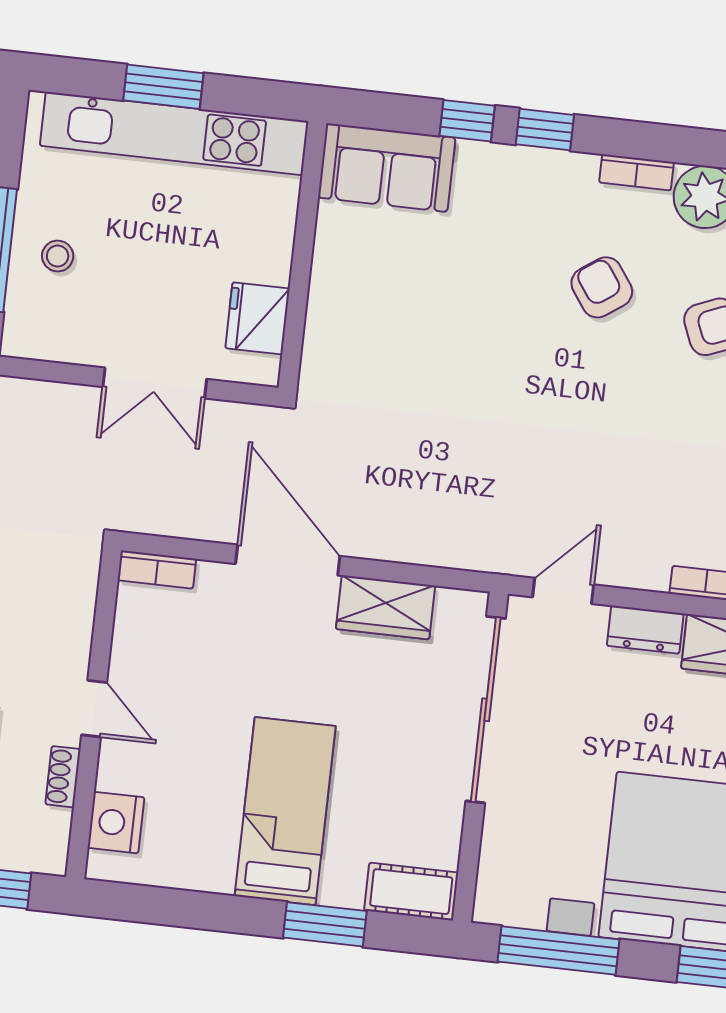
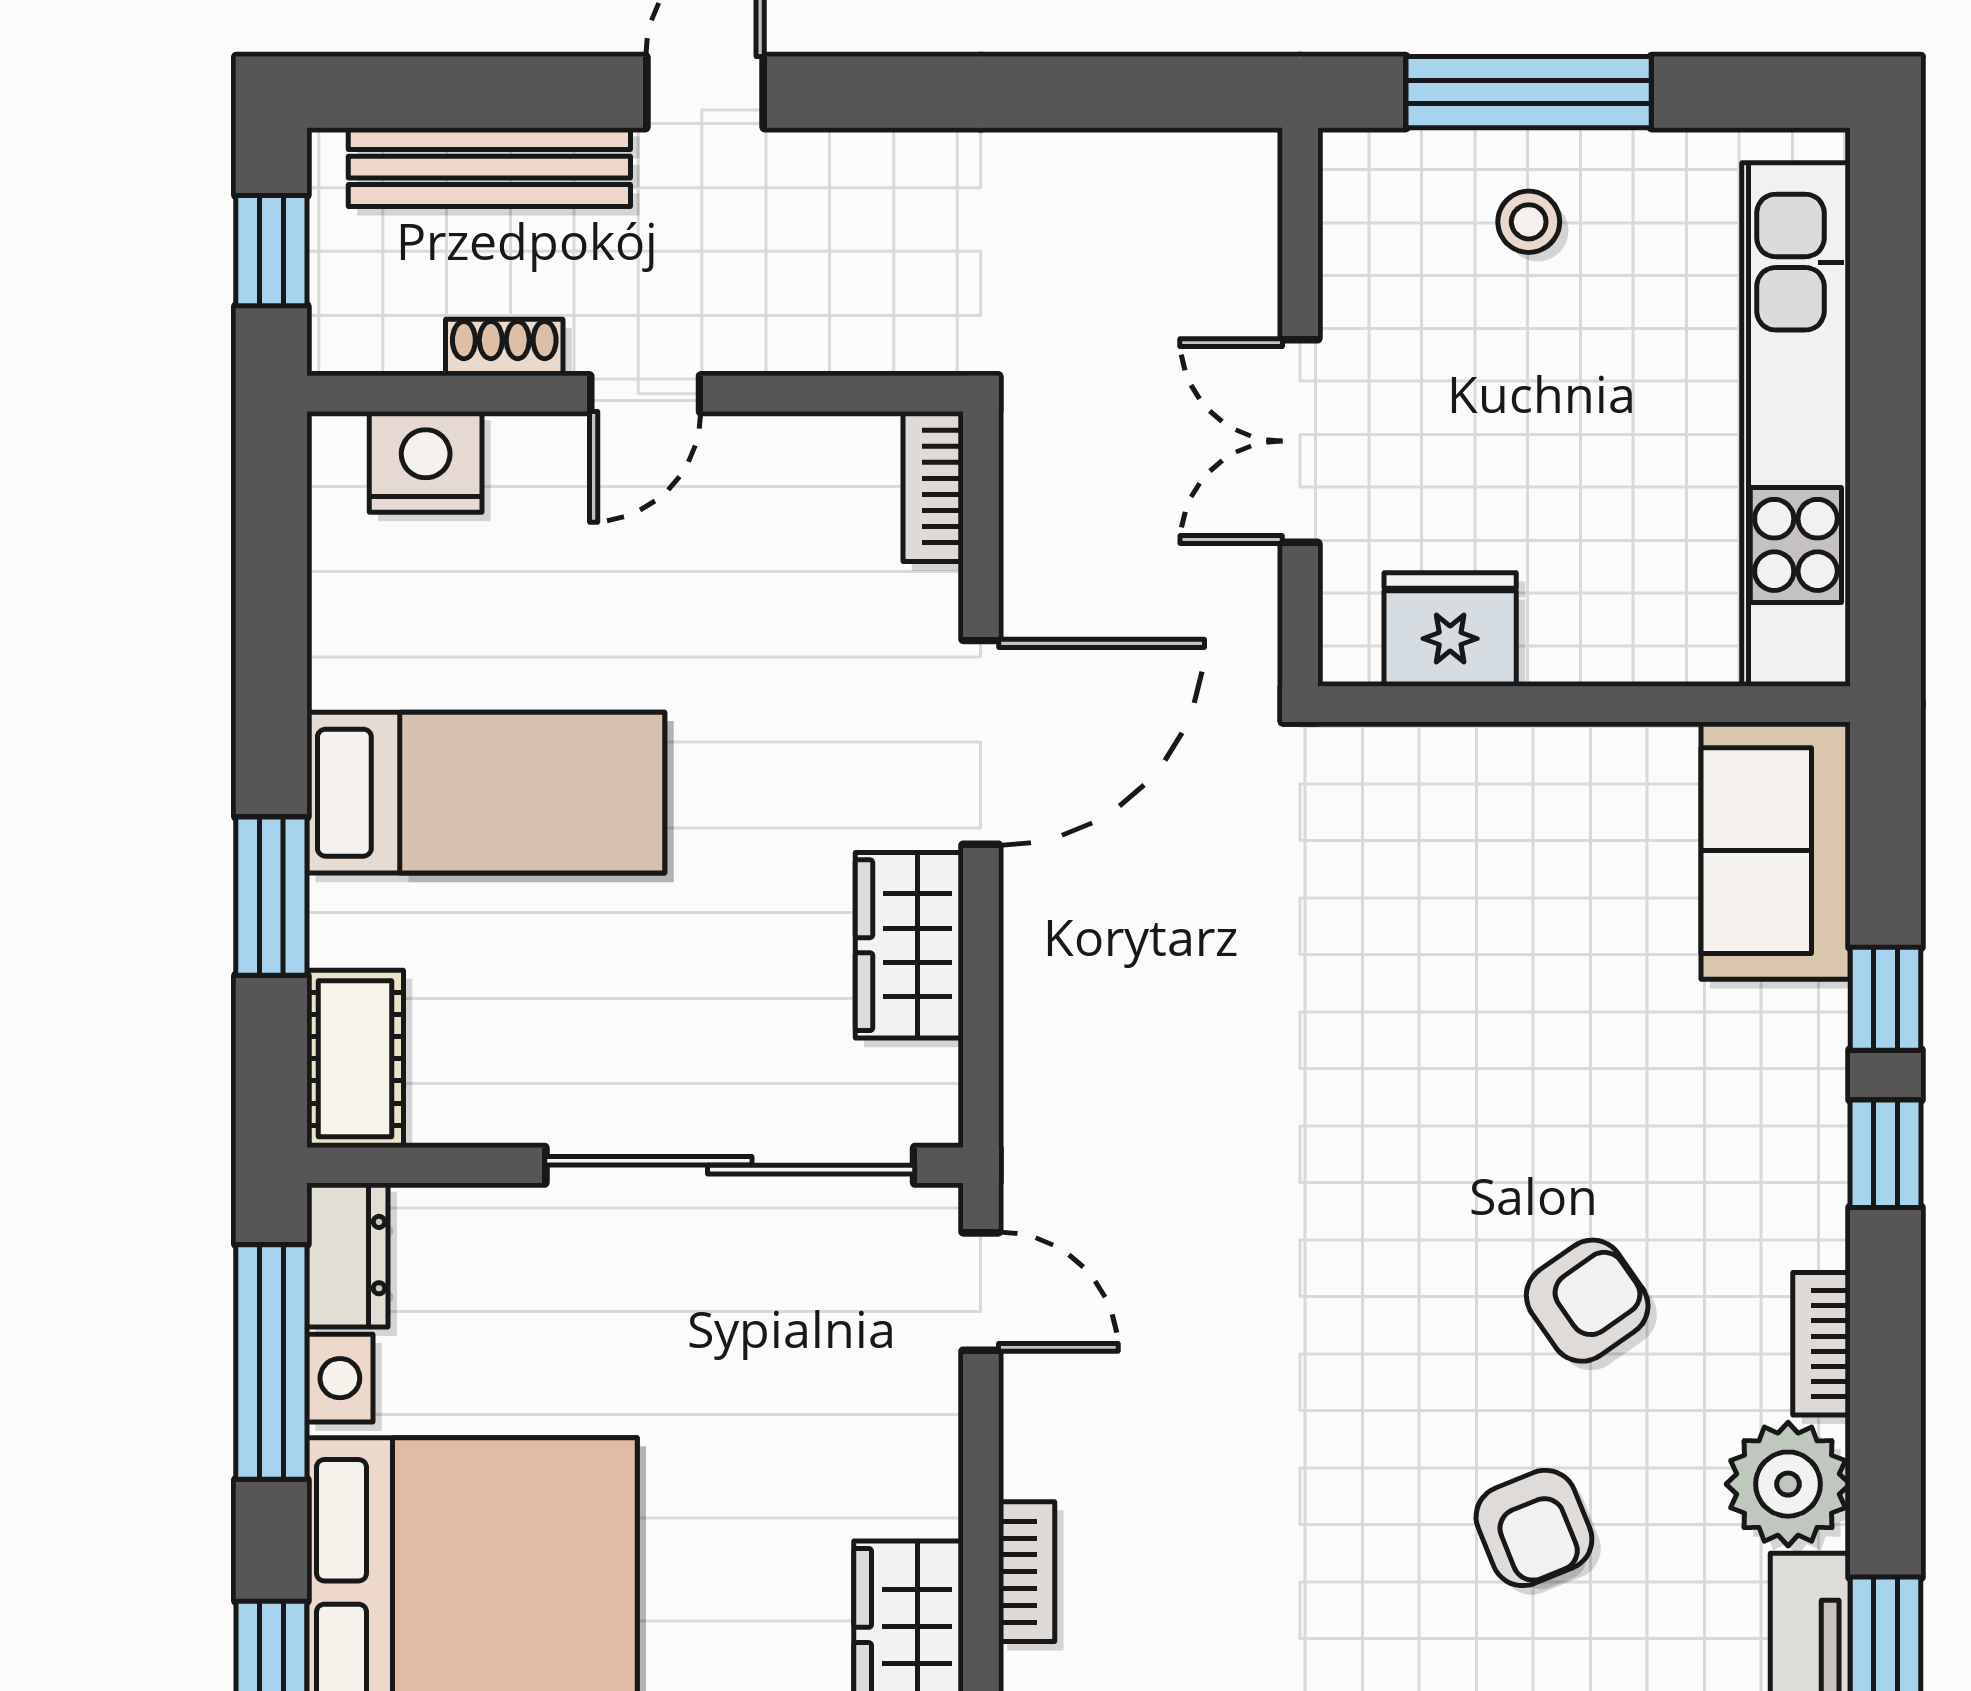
window: (163, 87) -> (1885, 393), removed
dresser: (645, 630) -> (347, 1255), moved, turned 180

